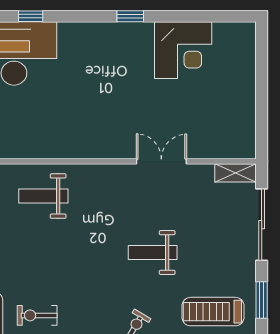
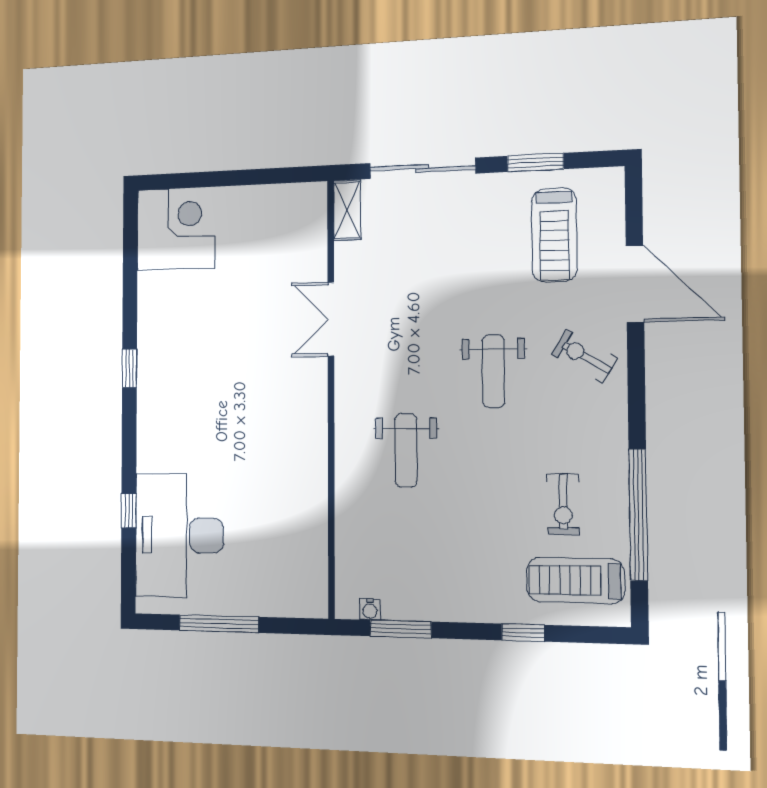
corner desk: (183, 50) -> (176, 229), moved
weight bench: (43, 196) -> (406, 450), moved
weight bench: (153, 253) -> (493, 371), moved

